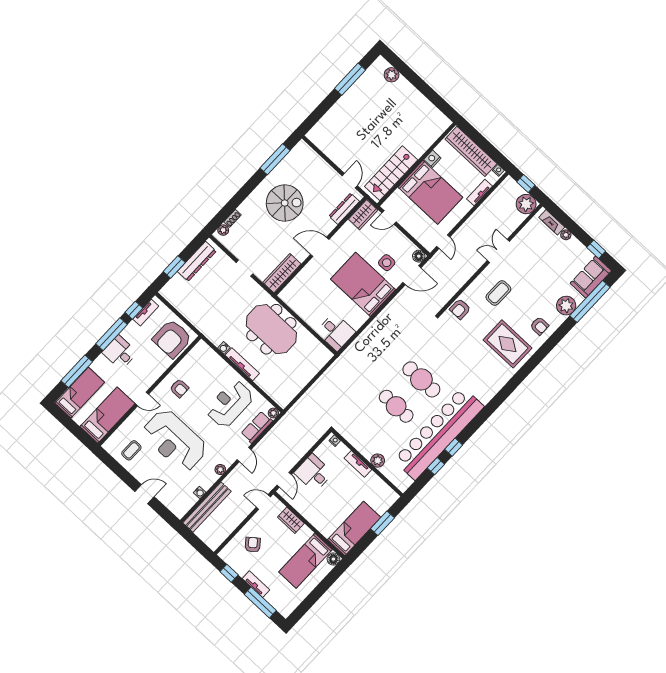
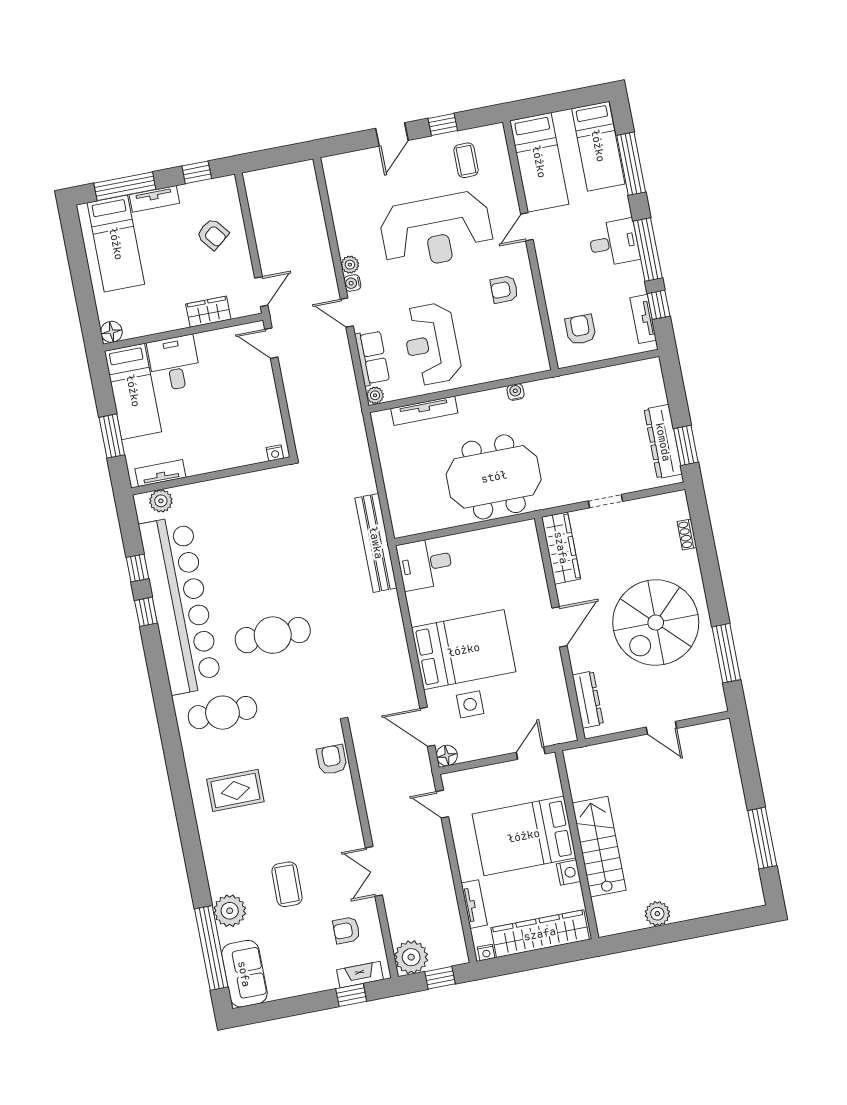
plant: (392, 75) -> (657, 914), moved
stairs: (391, 173) -> (599, 847), moved
door: (350, 181) -> (661, 728), moved
spiral stairs: (285, 203) -> (656, 623), width x1.37, depth x1.37
wardrobe: (363, 215) -> (560, 720), removed
plant: (223, 230) -> (680, 510), removed
plant: (566, 235) -> (328, 982), removed
window: (596, 249) -> (351, 995), moved
double door: (498, 251) -> (374, 871), swing flipped
window: (174, 267) -> (686, 445), moved
door: (412, 275) -> (427, 727), hinge flipped
coffee table: (498, 293) -> (287, 884), moved
armchair: (539, 326) -> (346, 930), moved
armchair: (172, 339) -> (580, 329), width x0.53, depth x0.53
rug: (507, 344) -> (235, 790), width x0.73, depth x0.70
tv unit: (242, 364) -> (424, 411), moved
reception desk: (230, 404) -> (432, 344), turned 180
cafe table: (396, 406) -> (222, 713), moved
reception desk: (175, 440) -> (436, 230), turned 180
plant: (378, 461) -> (161, 501), moved
tv unit: (358, 464) -> (160, 473), moved
desk: (314, 473) -> (174, 363), moved, turned -90
window: (122, 474) -> (443, 124), added
water cooler: (200, 493) -> (352, 283), moved
bench: (207, 507) -> (376, 543), moved
bed: (305, 561) -> (116, 244), moved, turned 180

